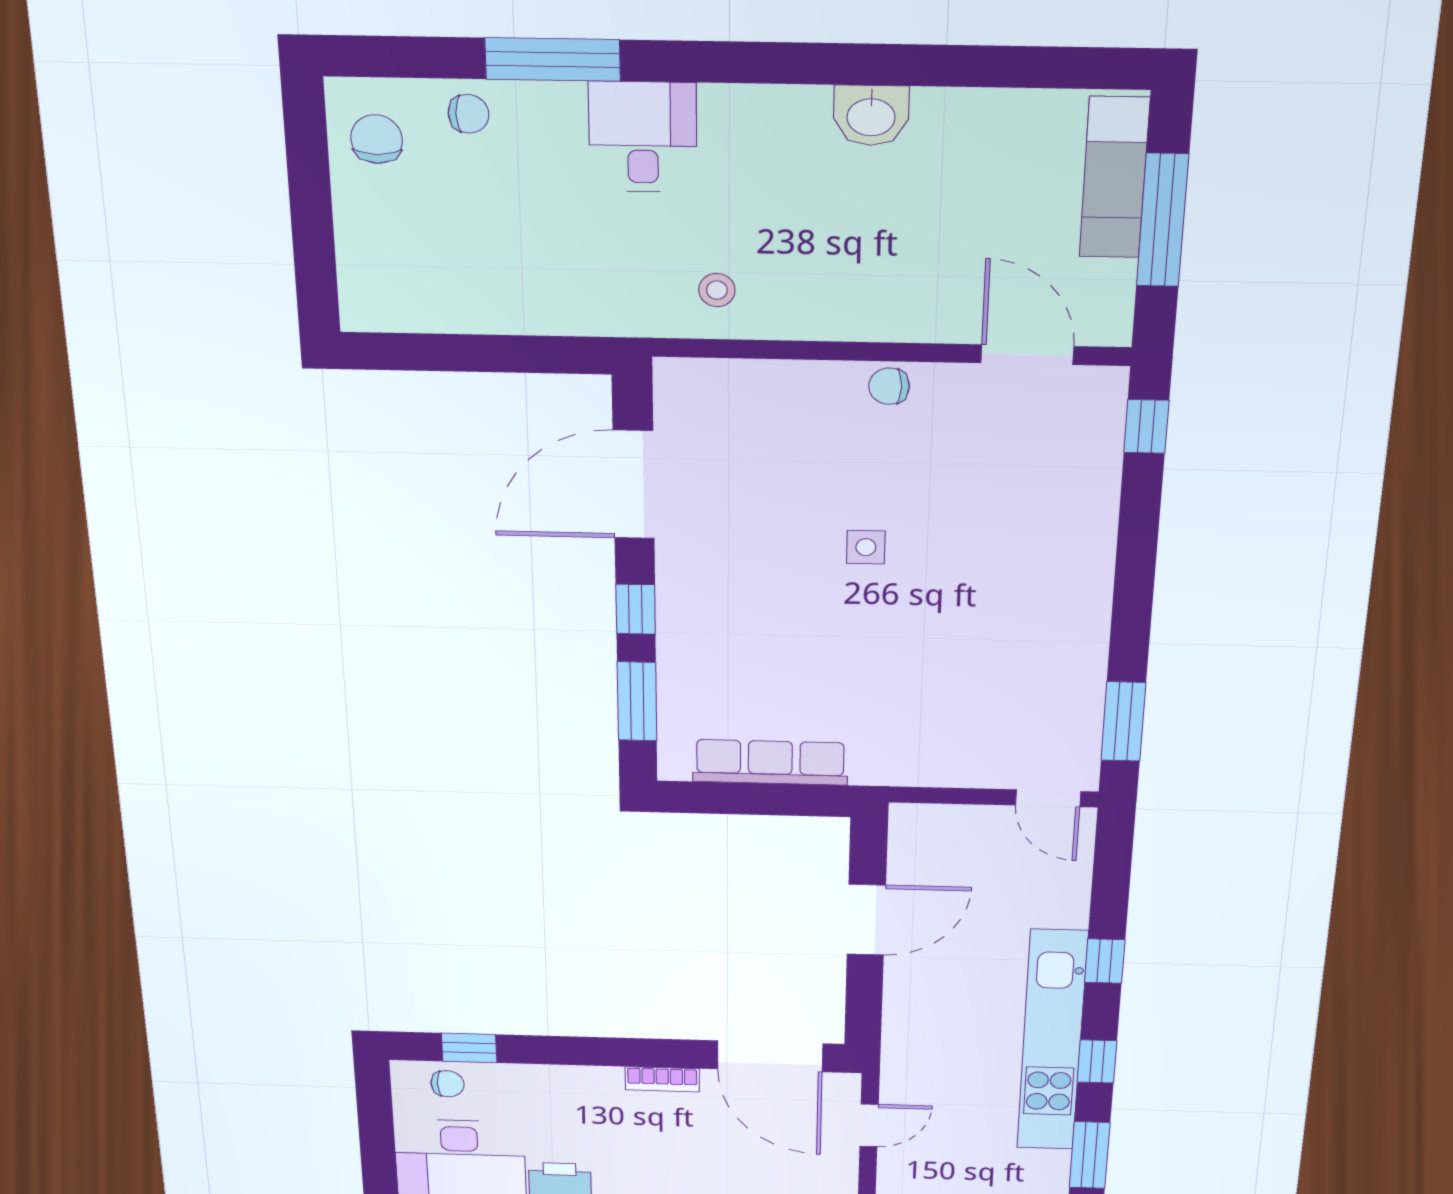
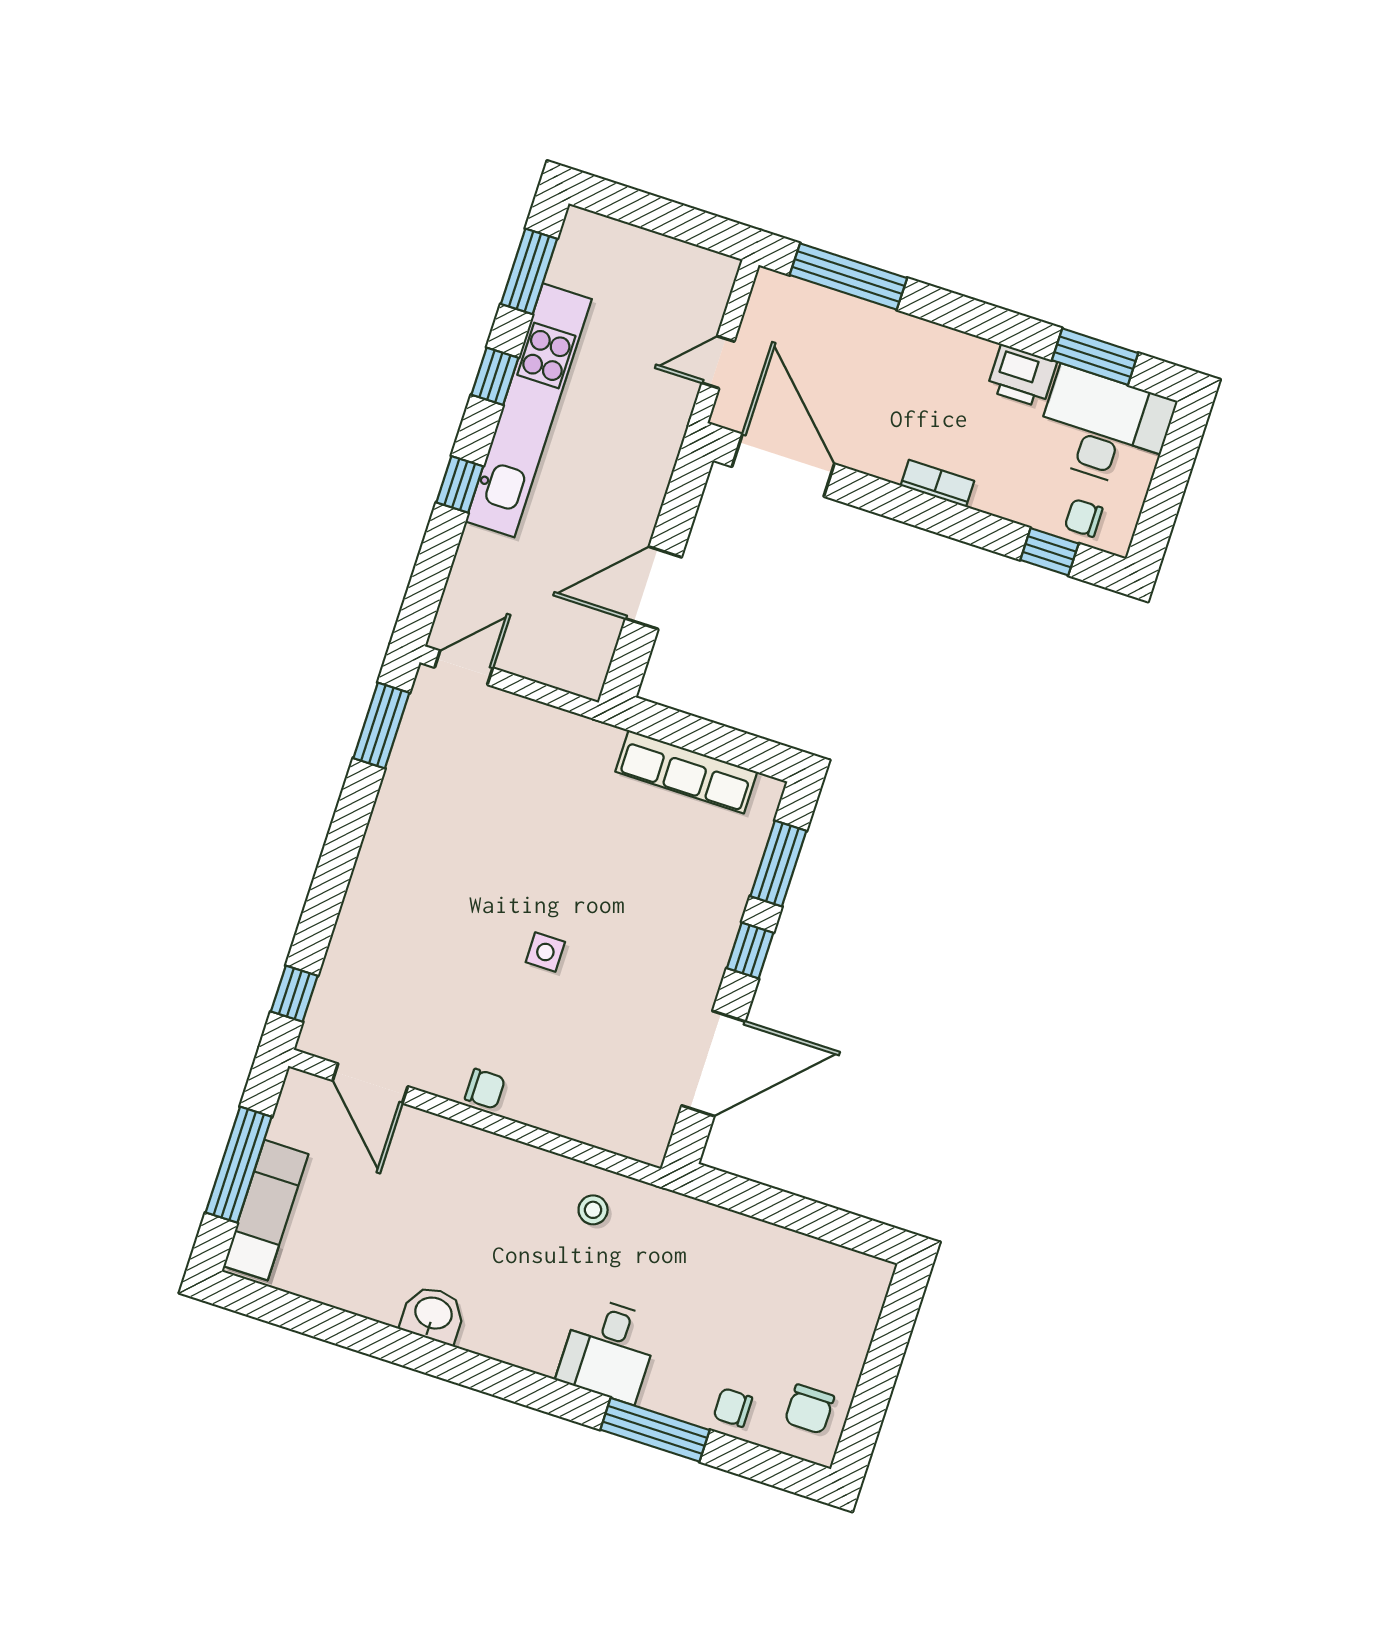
door: (1048, 798) -> (464, 668), hinge flipped
bookcase: (662, 1079) -> (937, 483), moved

